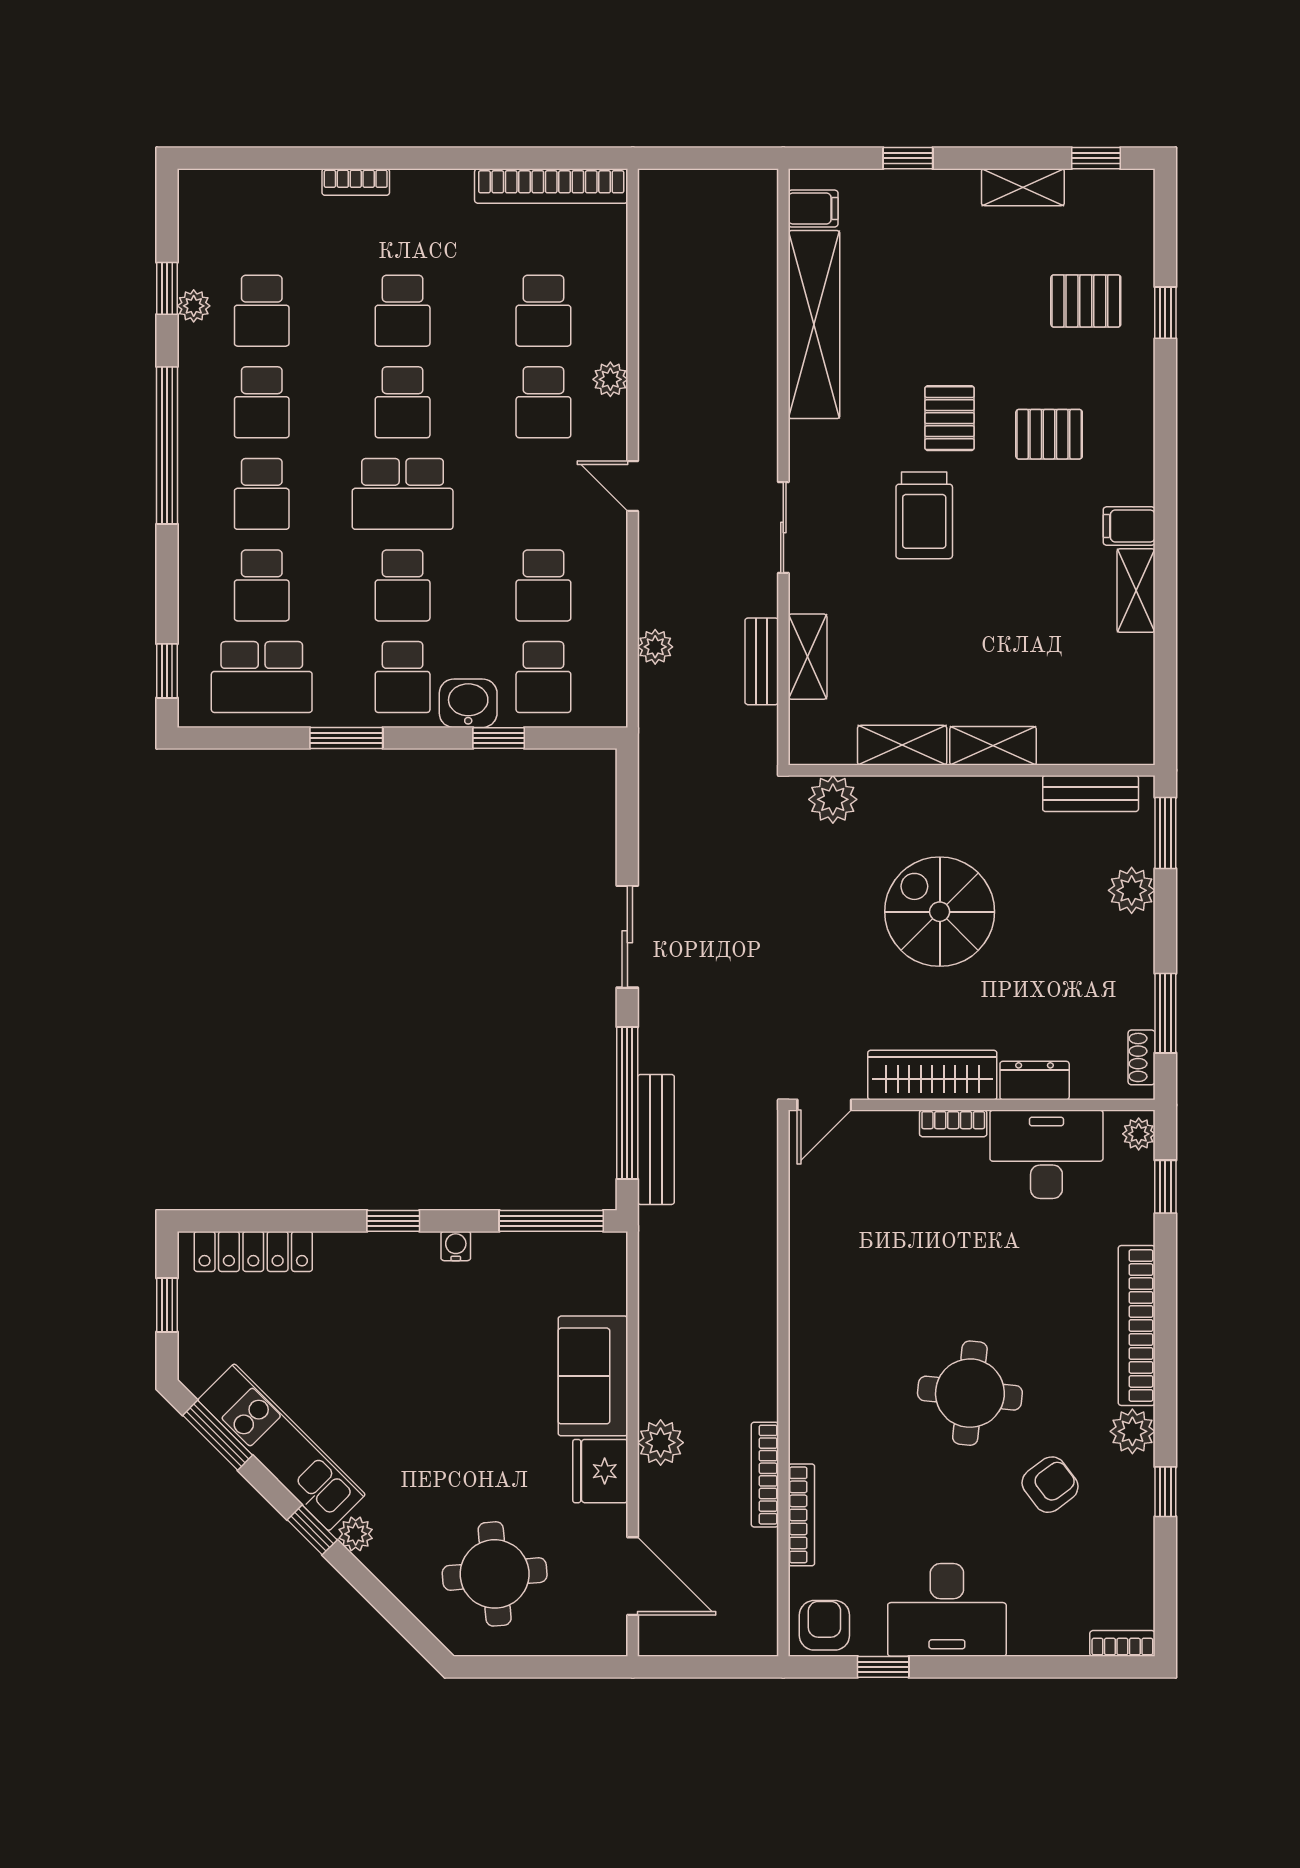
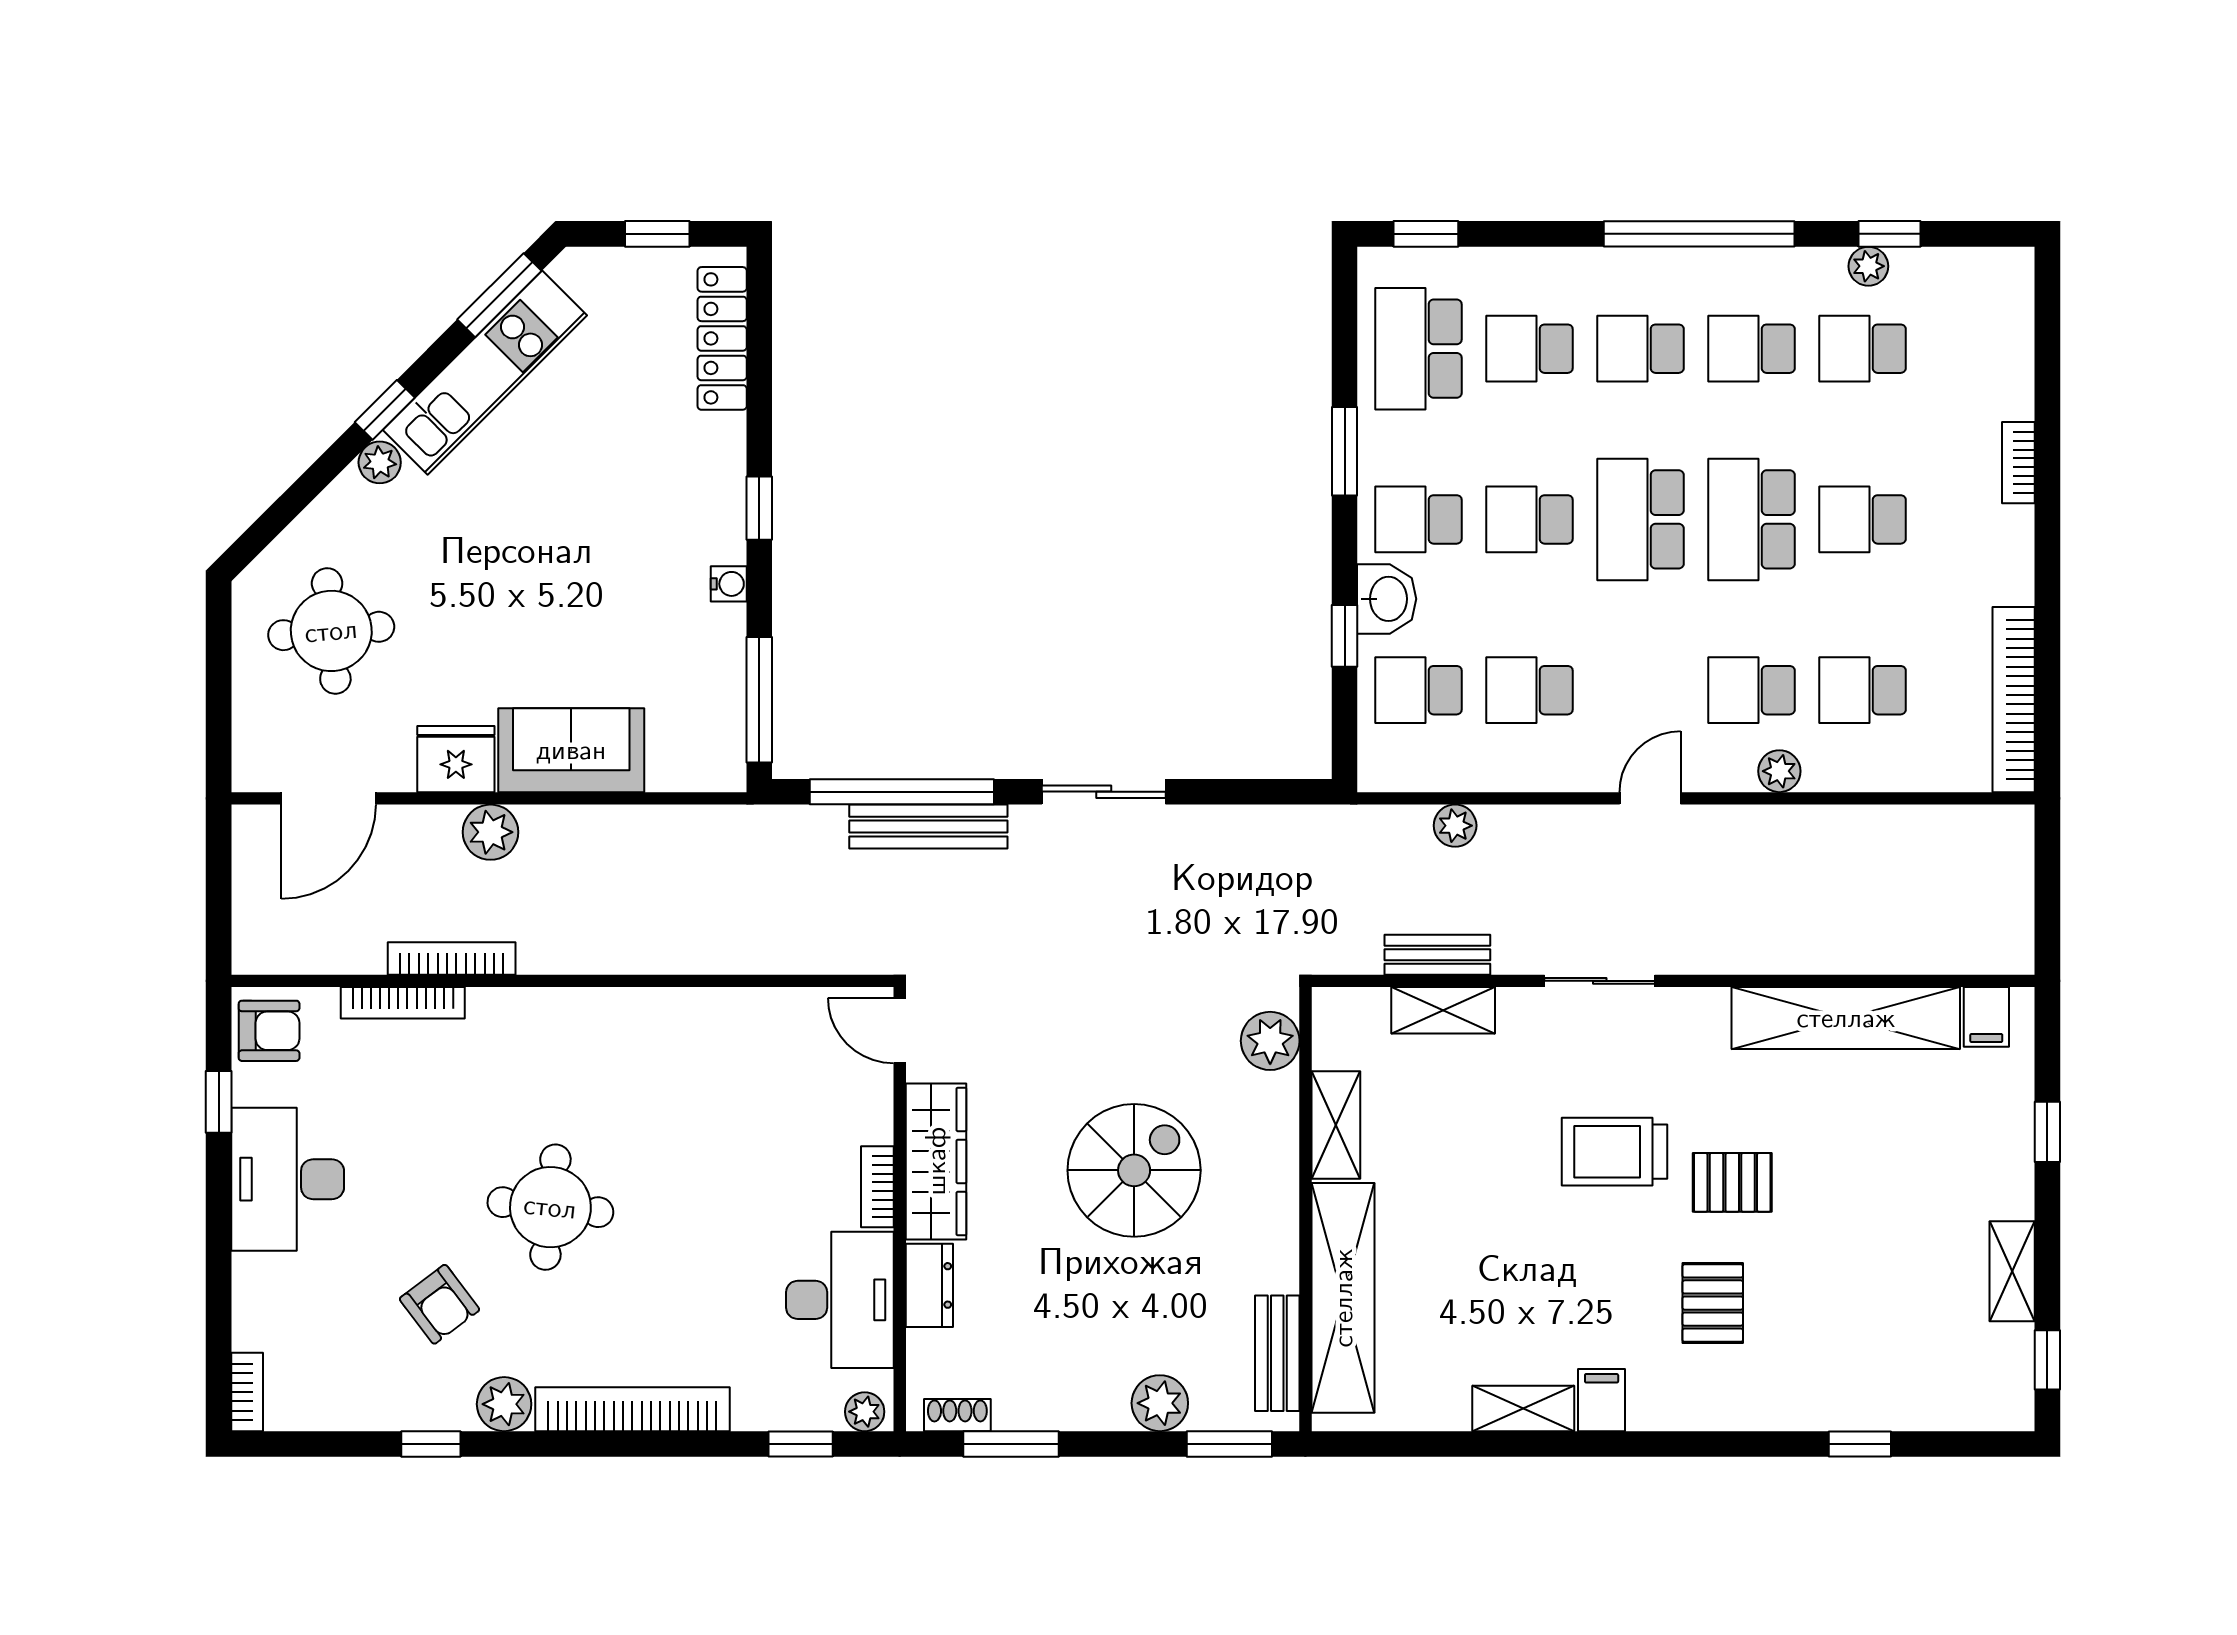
pallet: (1086, 301) -> (1874, 1348), removed
school desk: (403, 402) -> (1751, 519), width x1.85
shelving: (993, 746) -> (1343, 1298), width x2.20, depth x1.33
bench: (656, 1139) -> (928, 827), moved

